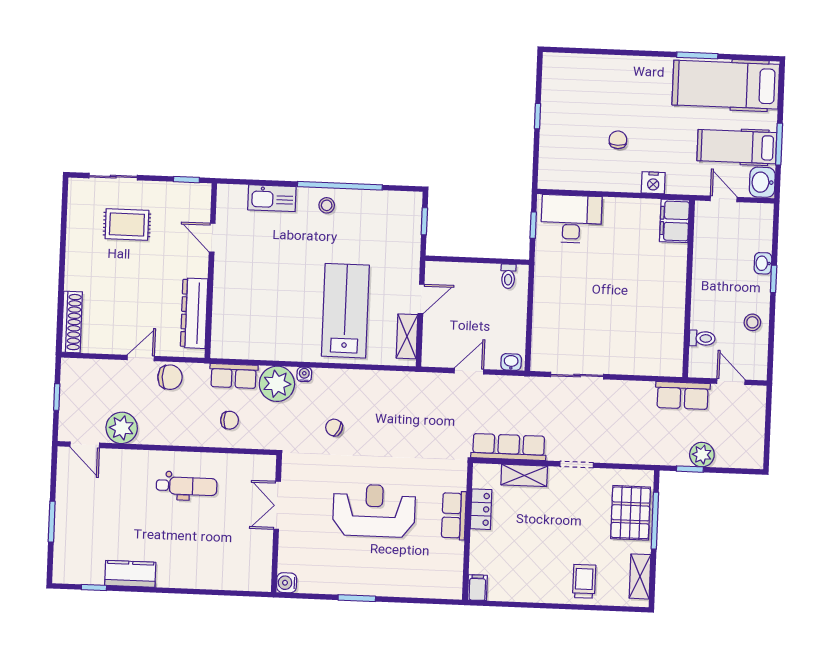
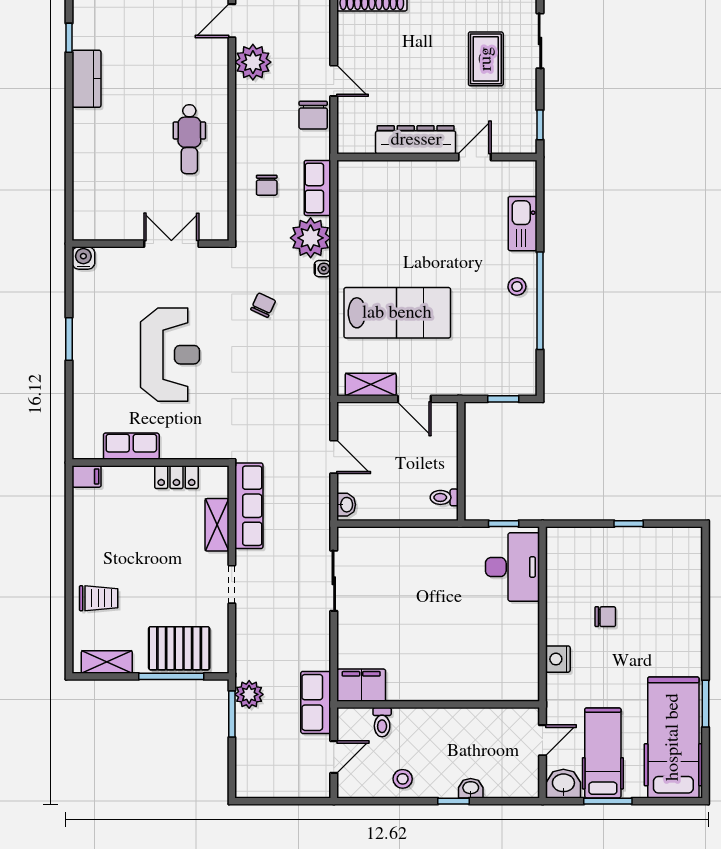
filing cabinet: (675, 221) -> (361, 685), moved
dresser: (194, 313) -> (416, 140), moved
plant: (702, 455) -> (249, 694), moved
window: (690, 469) -> (232, 714), width x1.50
row of seats: (454, 515) -> (131, 446), moved

